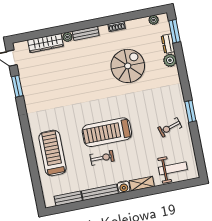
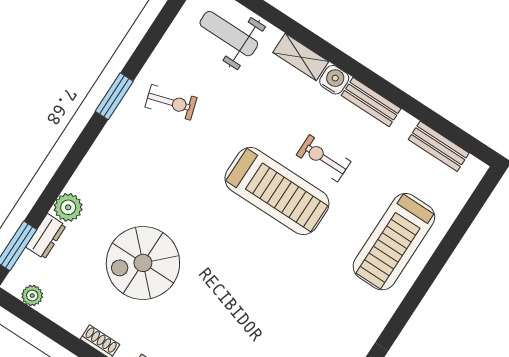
bench: (100, 192) -> (371, 102), width x0.73

